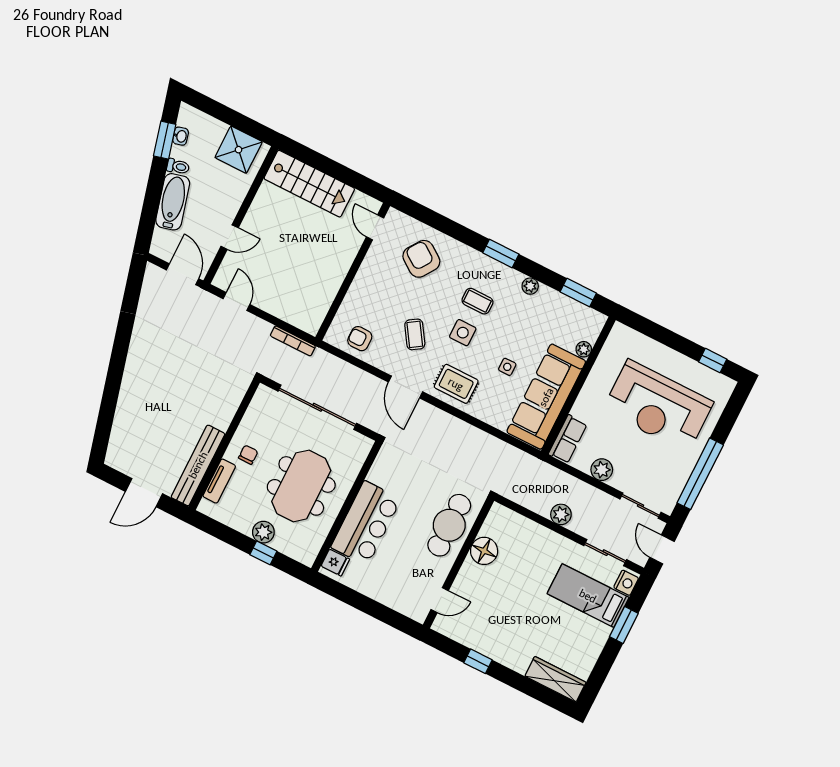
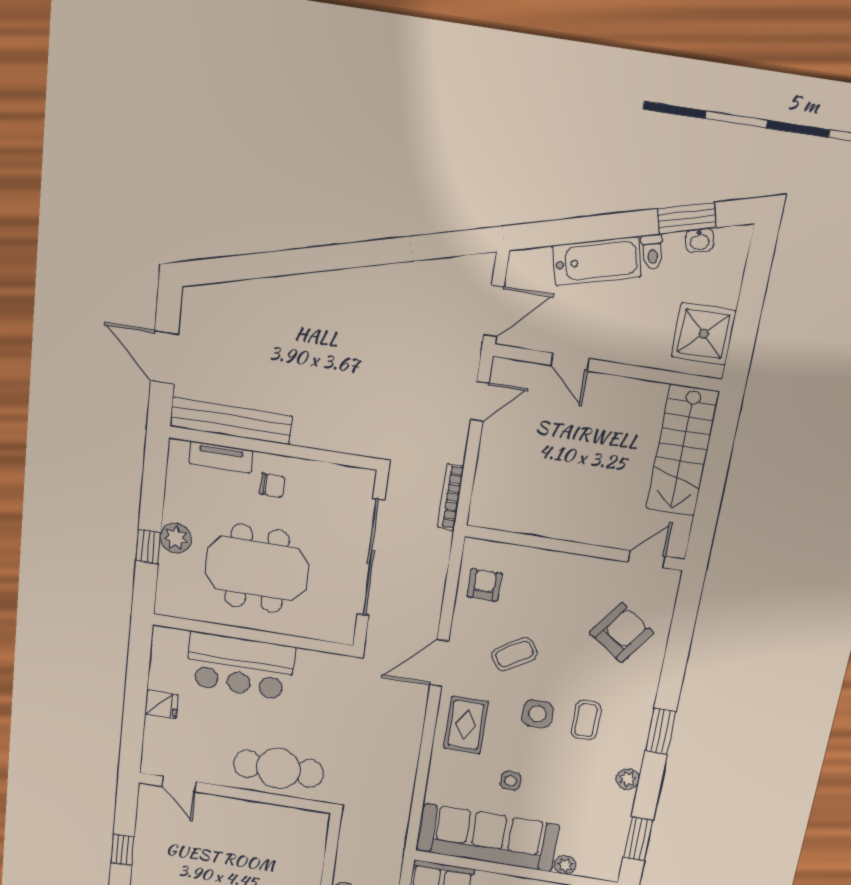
floor lamp: (484, 551) -> (263, 819), removed
fridge: (335, 563) -> (162, 704), moved, turned -90

